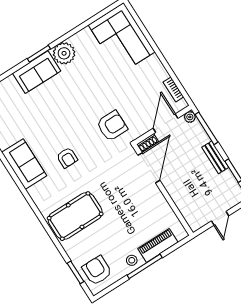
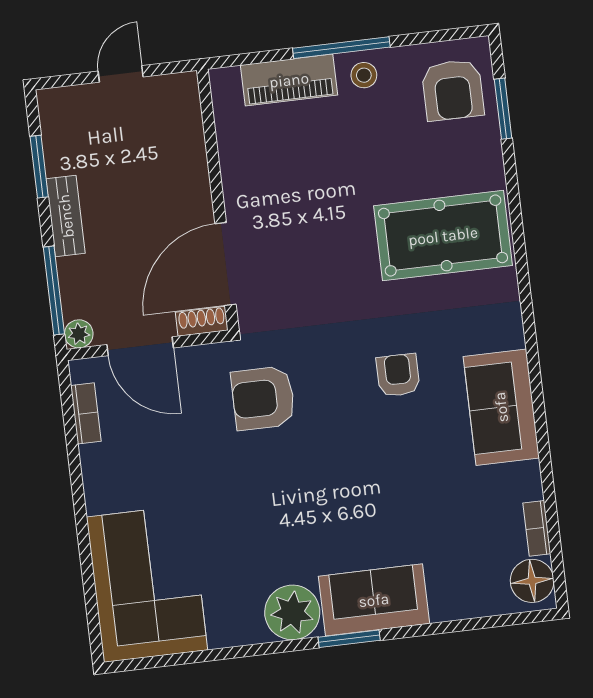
door: (166, 123) -> (140, 346), hinge flipped

